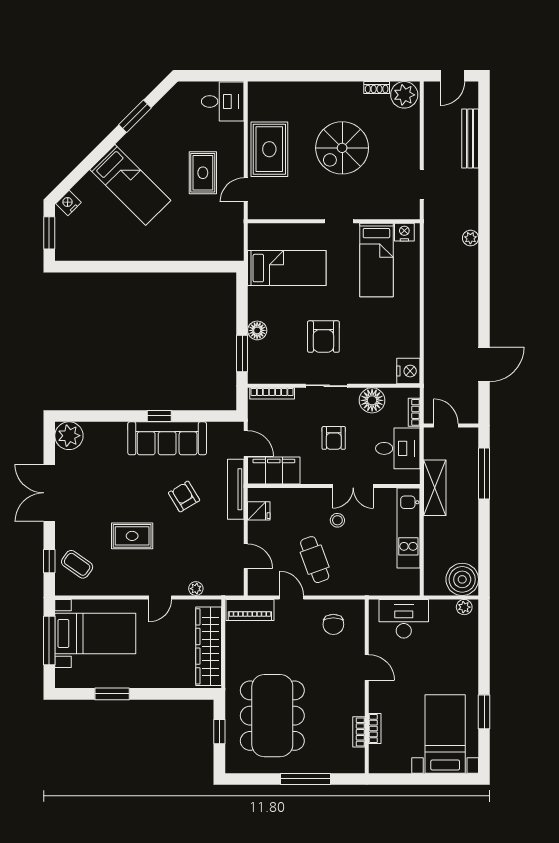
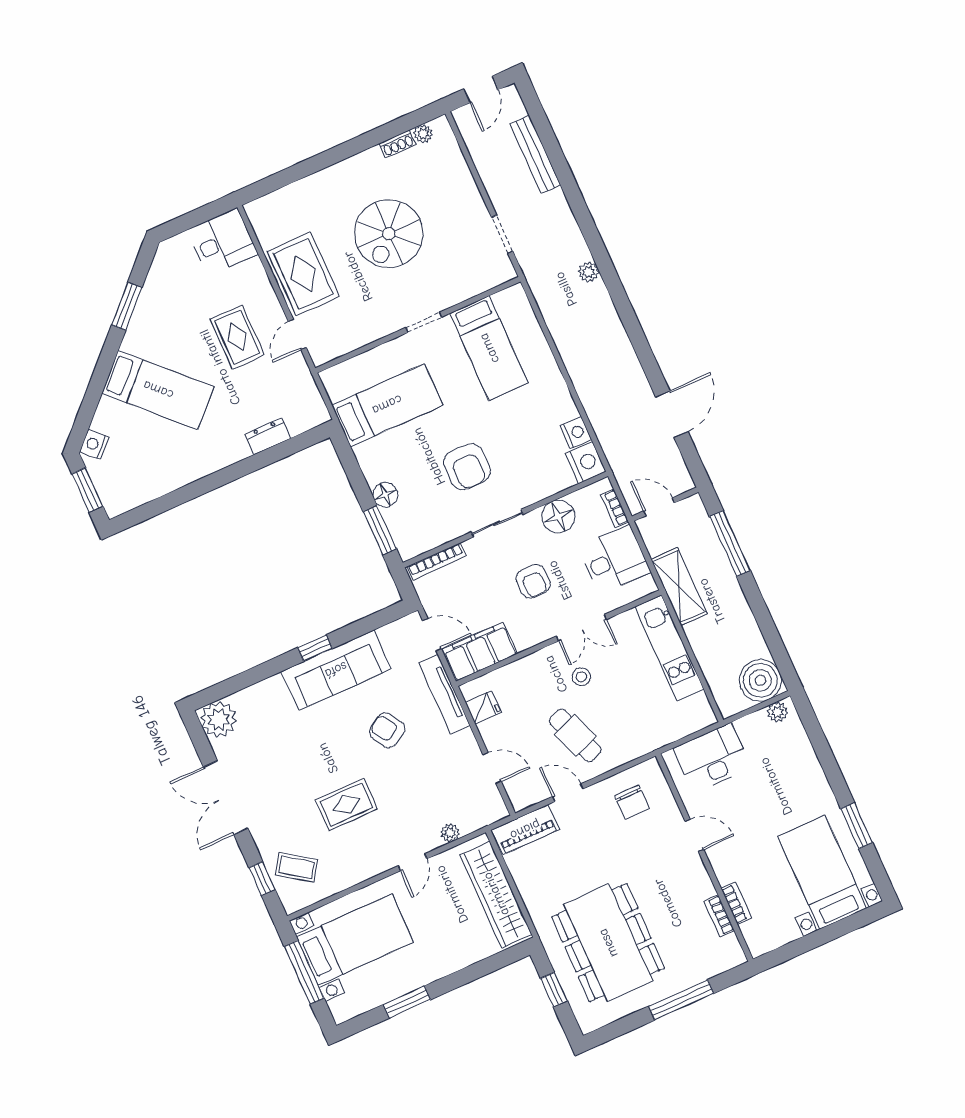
plant: (404, 95) -> (423, 134), width x0.53, depth x0.53
nightstand: (404, 232) -> (576, 433), moved, turned 90
dresser: (193, 252) -> (268, 436), added

